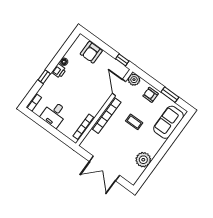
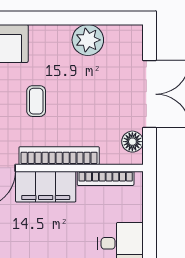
filing cabinet: (98, 101) -> (46, 187), added
floor lamp: (91, 148) -> (132, 142), added

